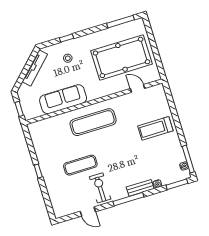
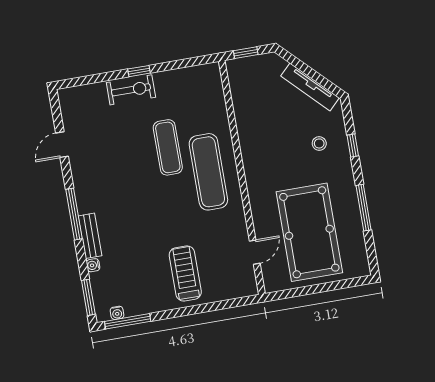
window: (120, 22) -> (363, 208), moved
sofa: (63, 99) -> (252, 127), removed
exercise mat: (80, 165) -> (168, 147), moved
exercise bike: (100, 188) -> (131, 90), moved

